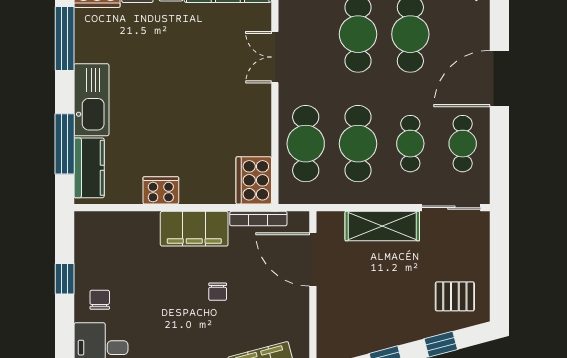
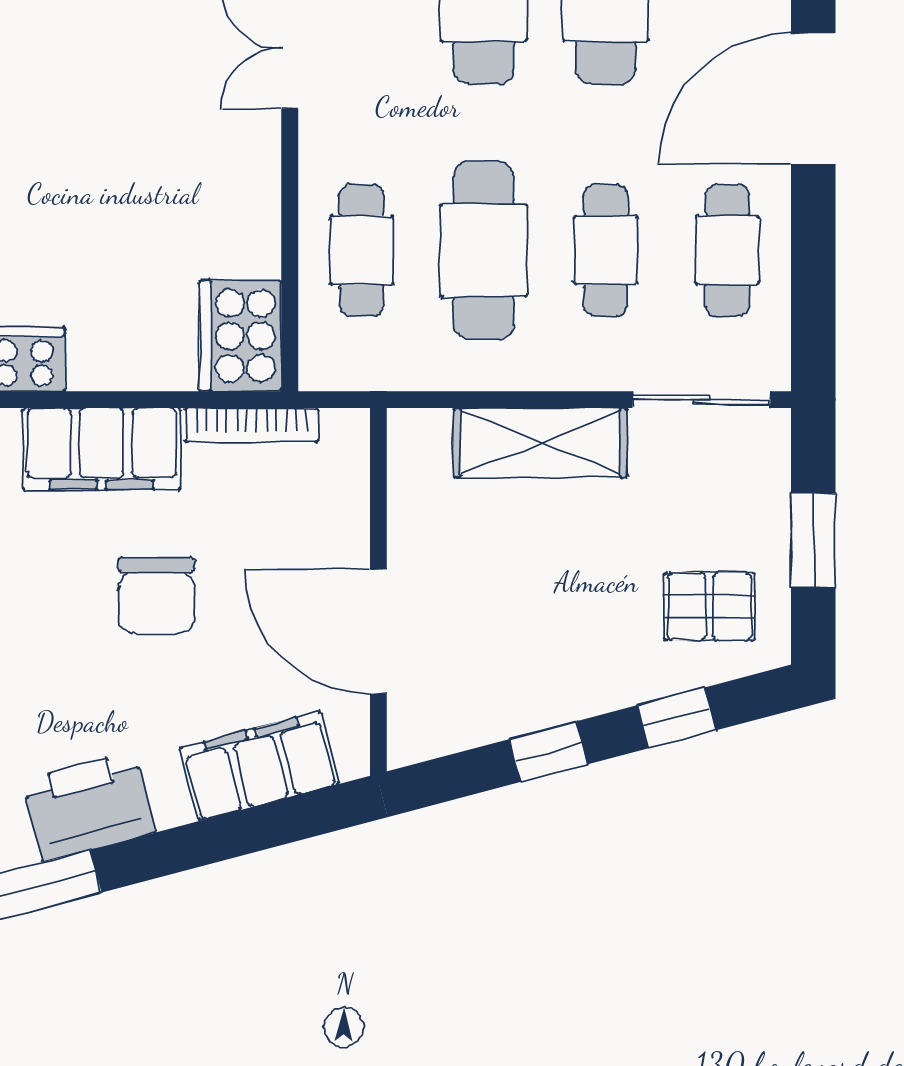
cafe table: (306, 144) -> (362, 250), width x0.73, depth x0.74
door: (313, 259) -> (378, 632), moved
window: (499, 268) -> (813, 540), added
chair: (218, 292) -> (156, 595), width x1.87, depth x1.87

